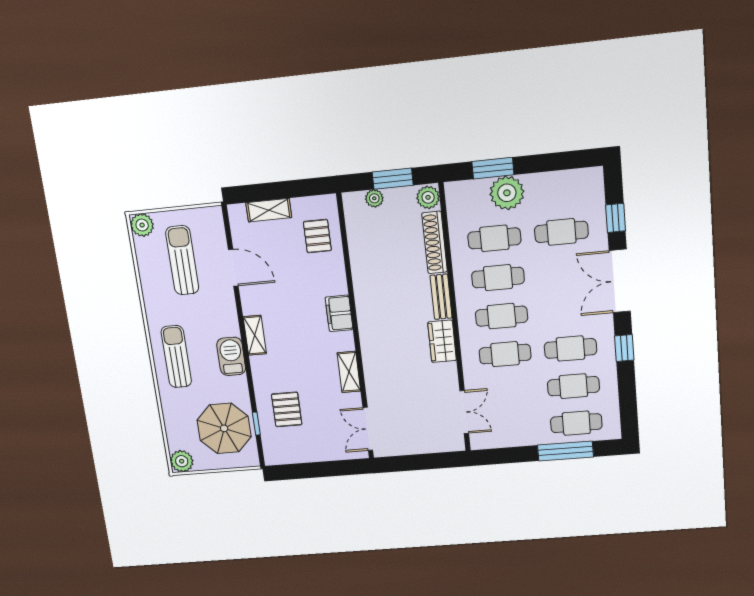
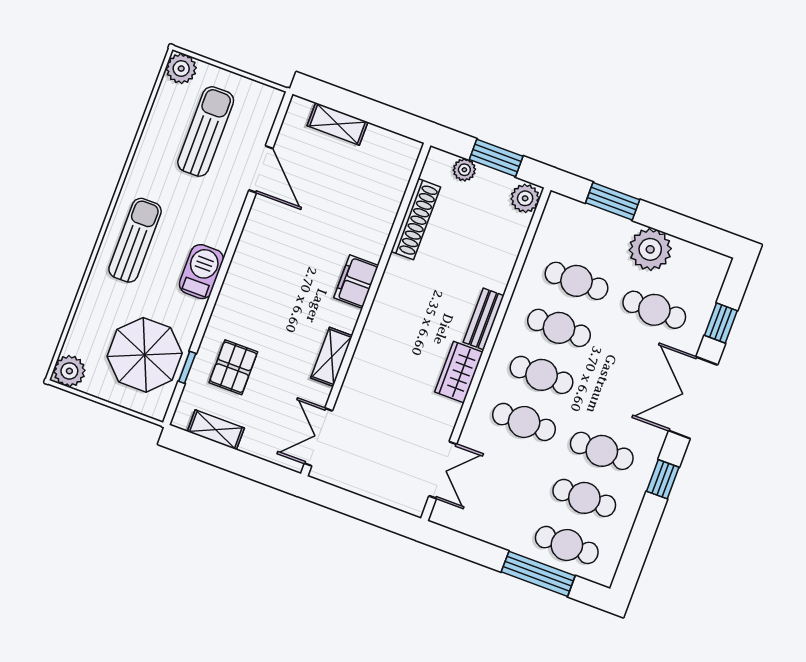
plant: (507, 193) -> (650, 249), moved
pallet: (317, 236) -> (378, 181), removed
shoe rack: (435, 242) -> (416, 219), moved, turned 180
shelving: (255, 335) -> (216, 430), moved, turned 90

